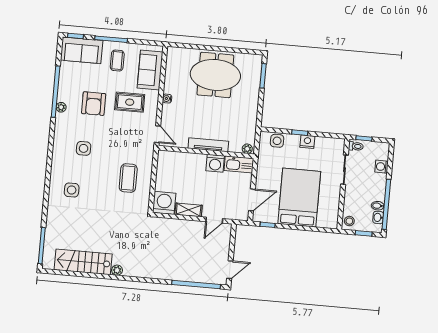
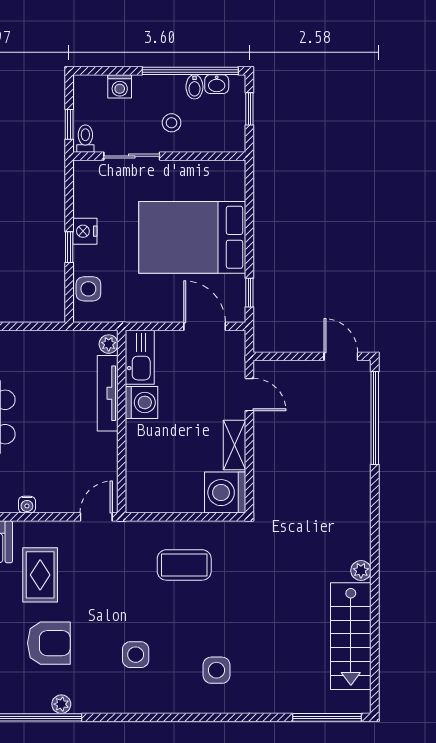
tv unit: (208, 145) -> (108, 393), moved
stool: (349, 221) -> (172, 123), moved

